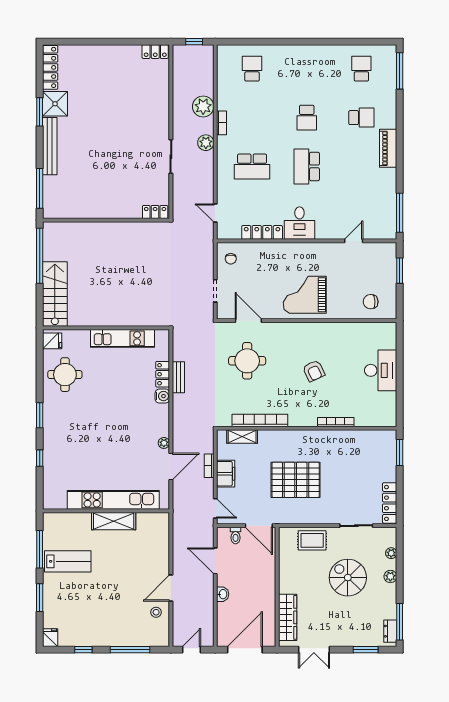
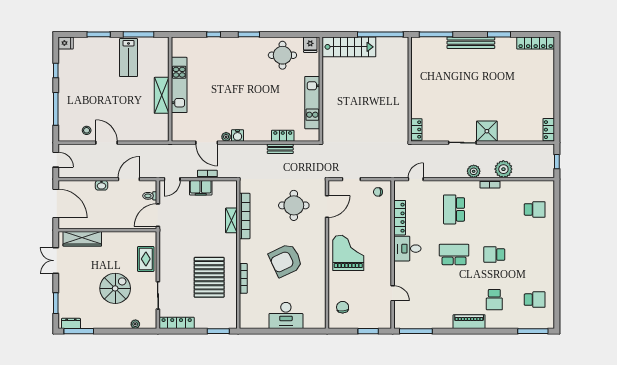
shower: (55, 104) -> (487, 131), moved
armchair: (314, 371) -> (286, 260), width x1.88, depth x1.88
water cooler: (162, 396) -> (238, 136), moved
shelving: (242, 437) -> (231, 220), moved
pallet: (296, 480) -> (209, 277), moved
kitchen unit: (113, 500) -> (179, 85), width x0.73
plant: (390, 576) -> (116, 324), removed

